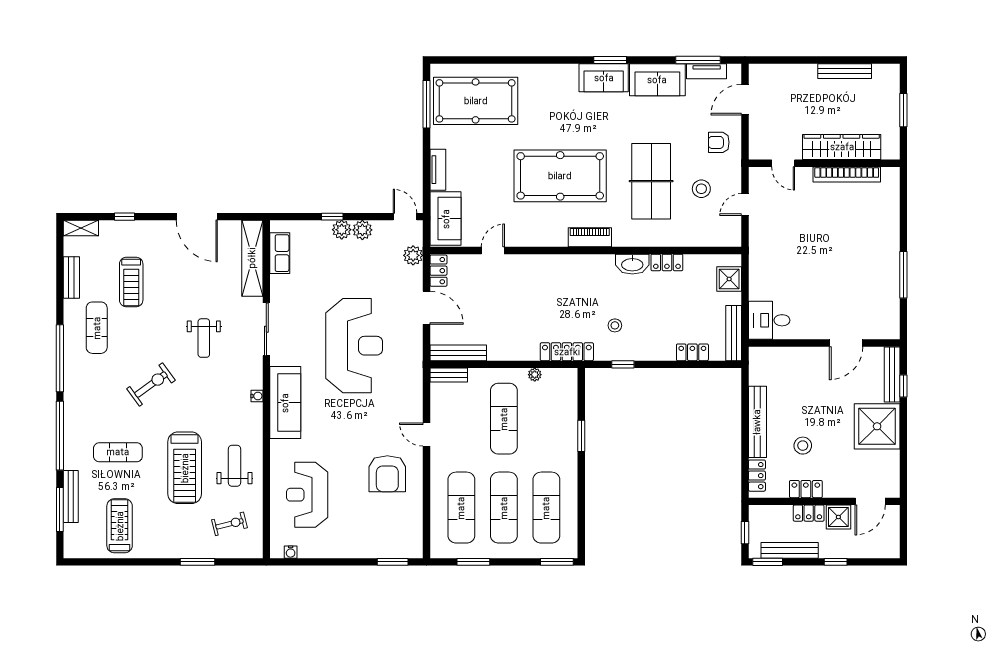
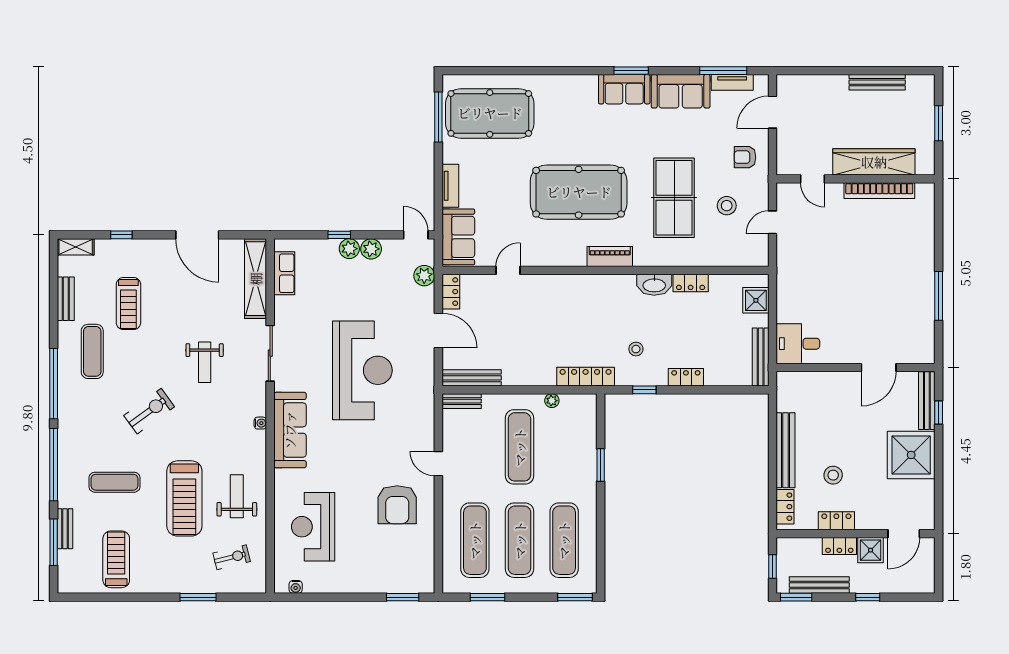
locker: (692, 352) -> (686, 377), moved
bench: (71, 497) -> (65, 529), width x0.73

